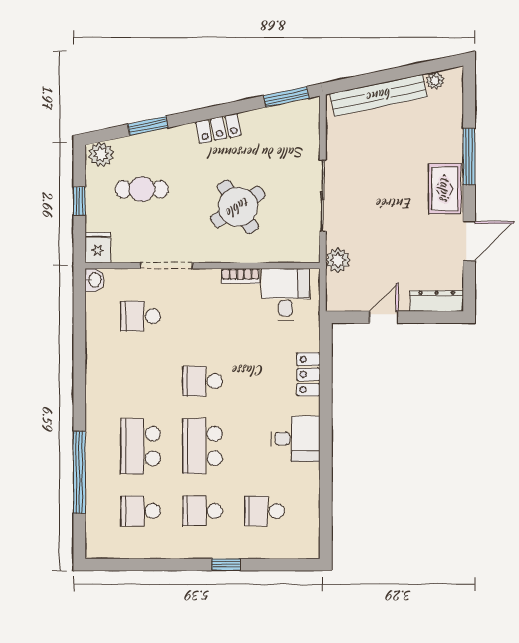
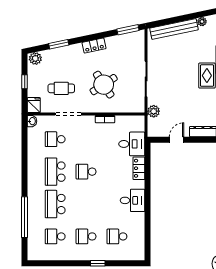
cafe table: (142, 189) -> (61, 88), moved
desk: (285, 294) -> (132, 144), moved, turned 90
school desk: (203, 446) -> (55, 172), moved

